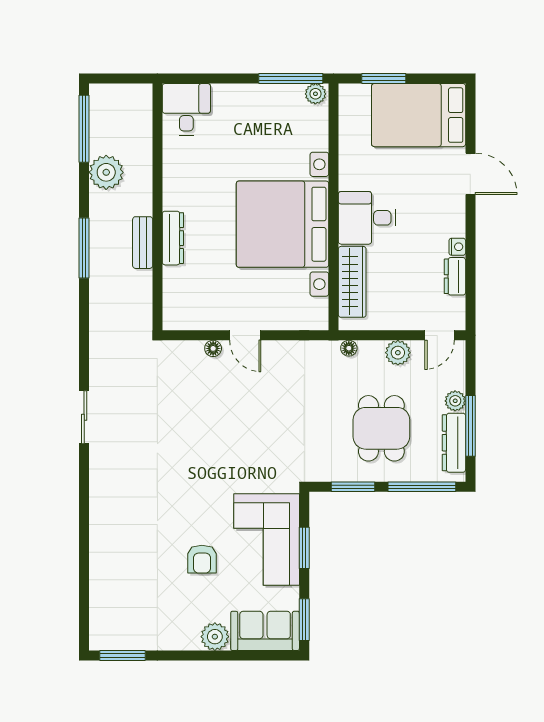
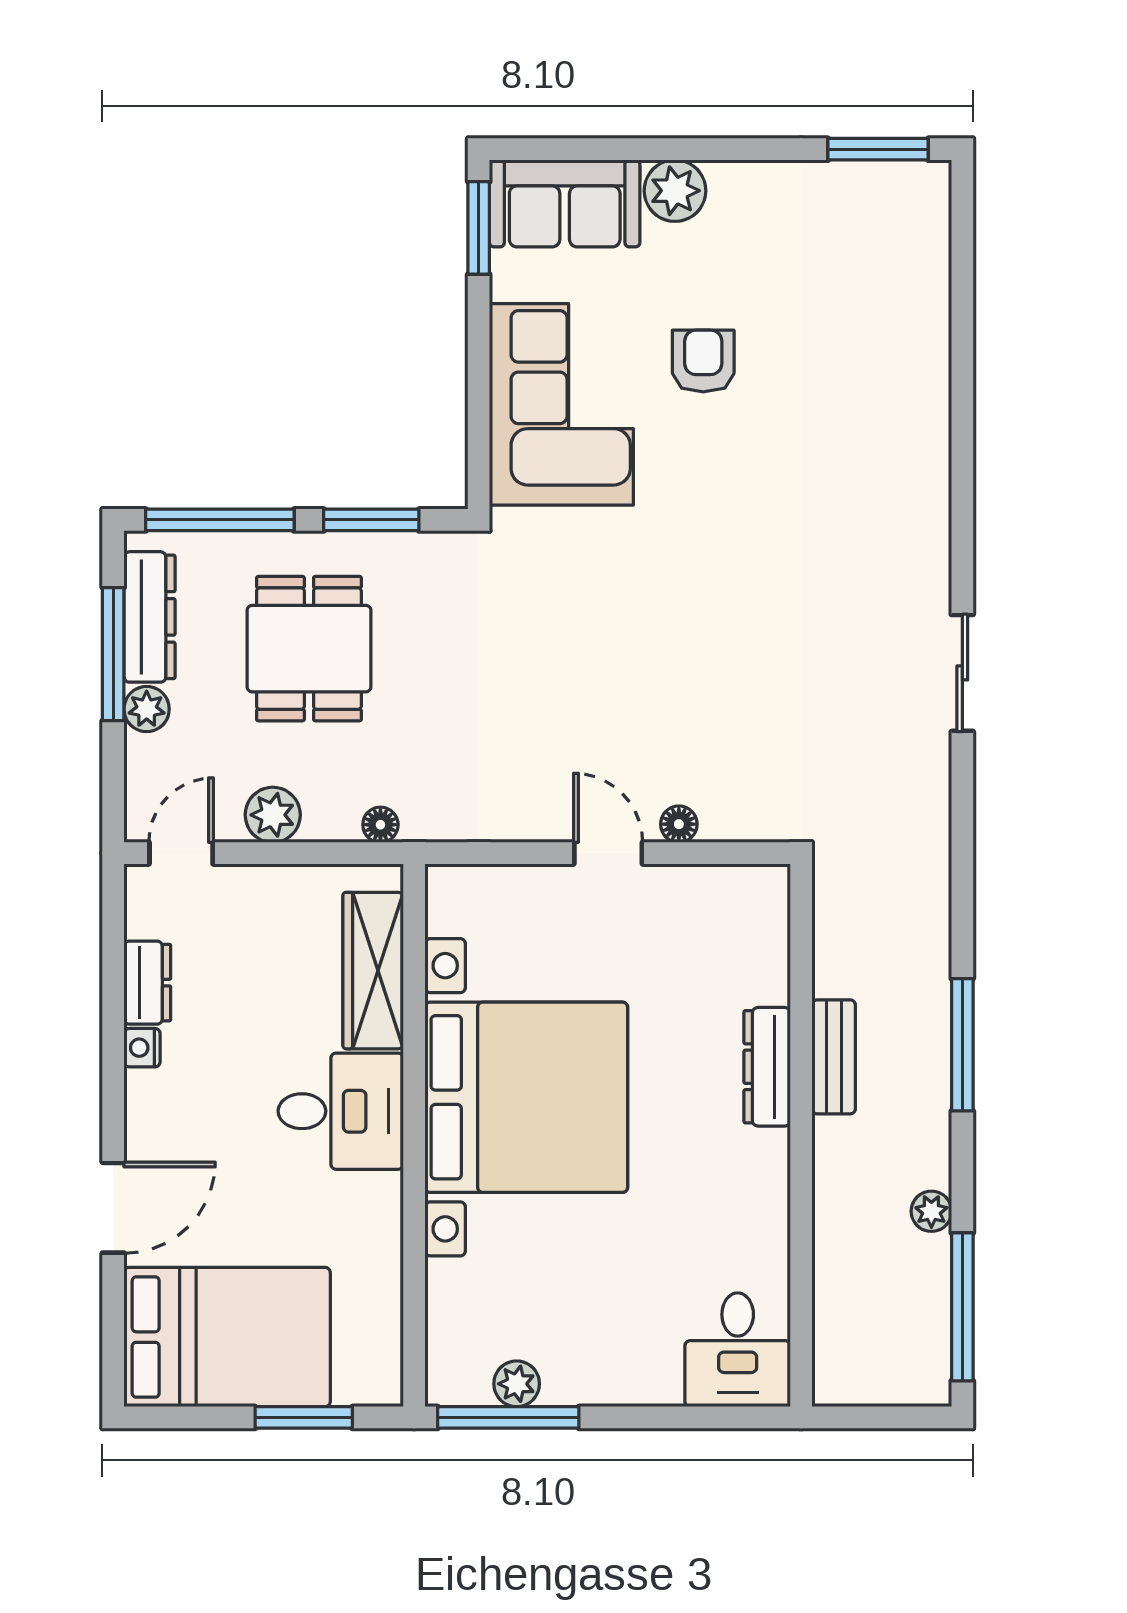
plant: (315, 94) -> (517, 1384), moved
plant: (106, 172) -> (931, 1211), width x0.53, depth x0.53
door: (470, 174) -> (113, 1208), swing flipped
window: (304, 548) -> (479, 386), removed

